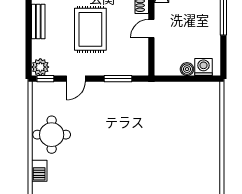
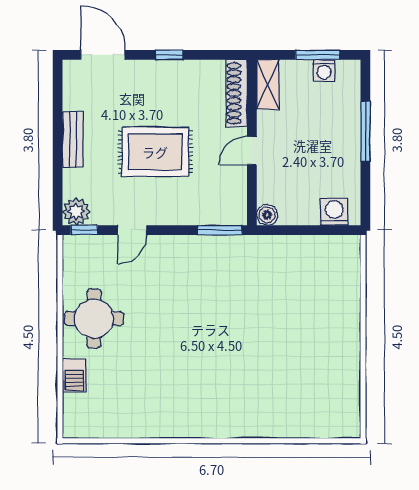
rug: (90, 29) -> (155, 152), turned 90
boiler: (187, 69) -> (267, 215), moved
window: (118, 79) -> (220, 230), moved

